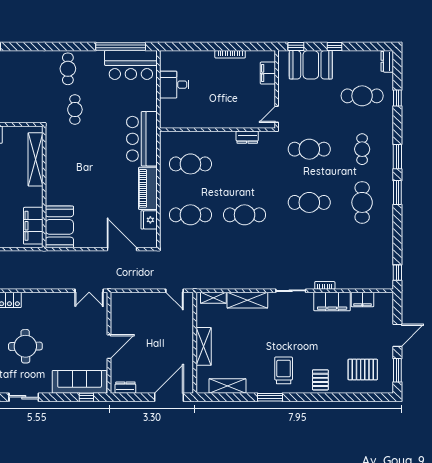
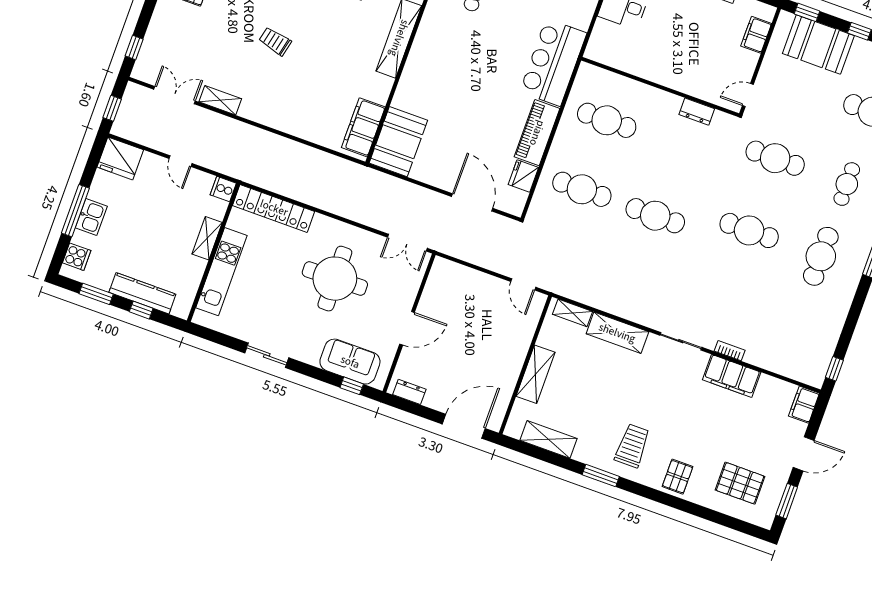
filing cabinet: (362, 299) -> (804, 405), moved, turned 90
round table: (25, 346) -> (335, 279), moved, width x1.36, depth x1.36
sofa: (80, 382) -> (350, 362), width x0.73

